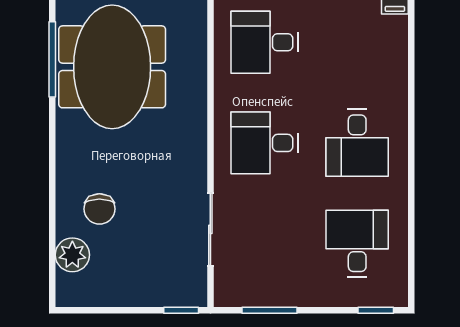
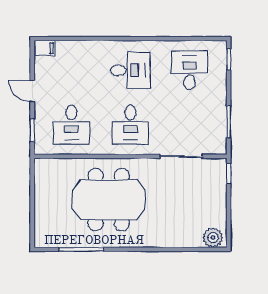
meeting table: (112, 67) -> (109, 200), moved
chair: (99, 209) -> (169, 222), removed
desk: (357, 244) -> (190, 70), turned 90
plant: (72, 255) -> (213, 238), moved

